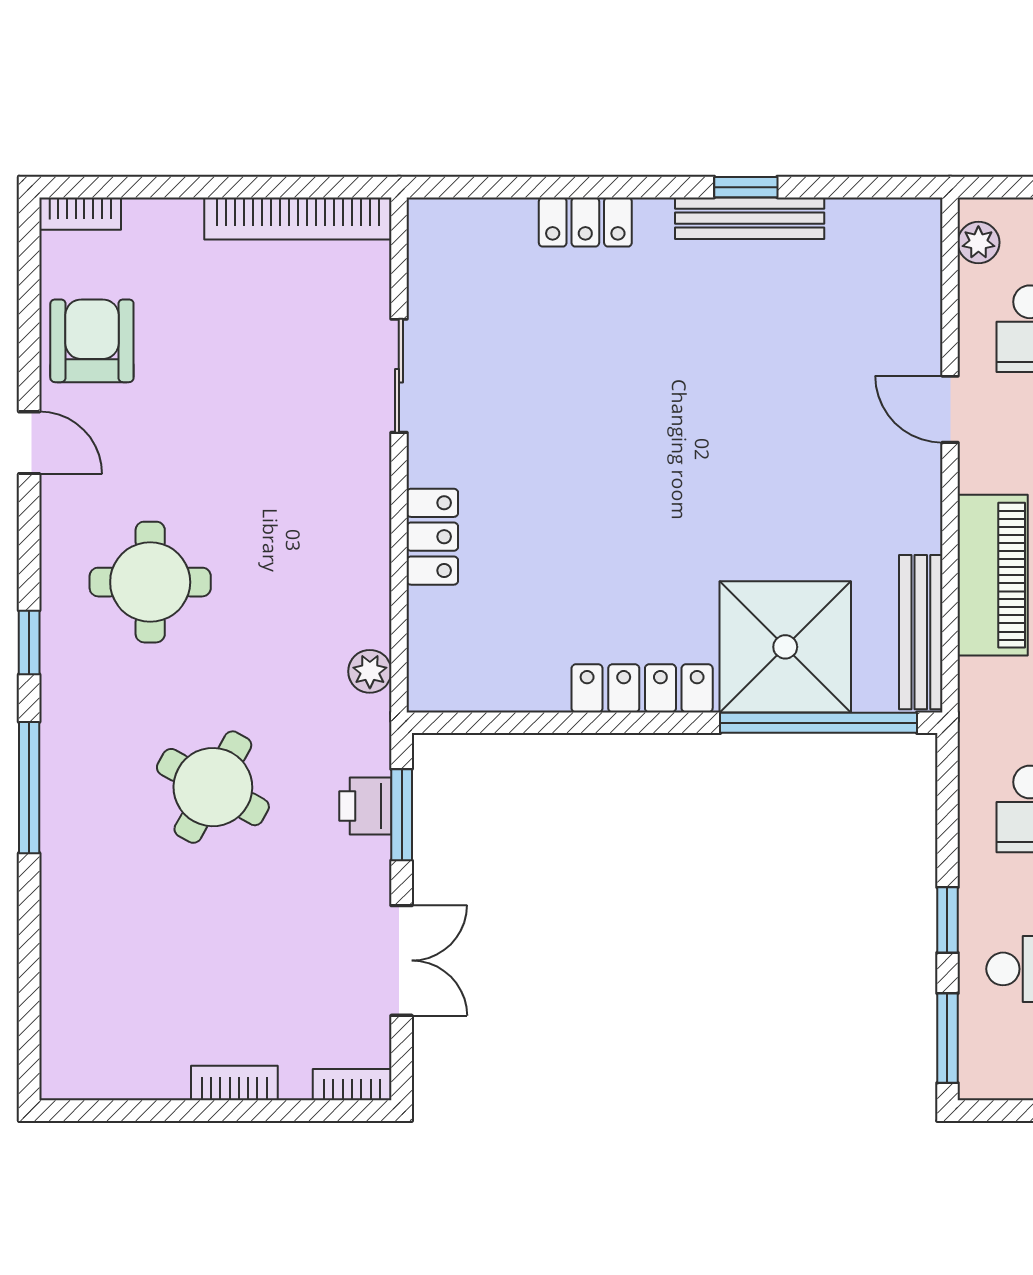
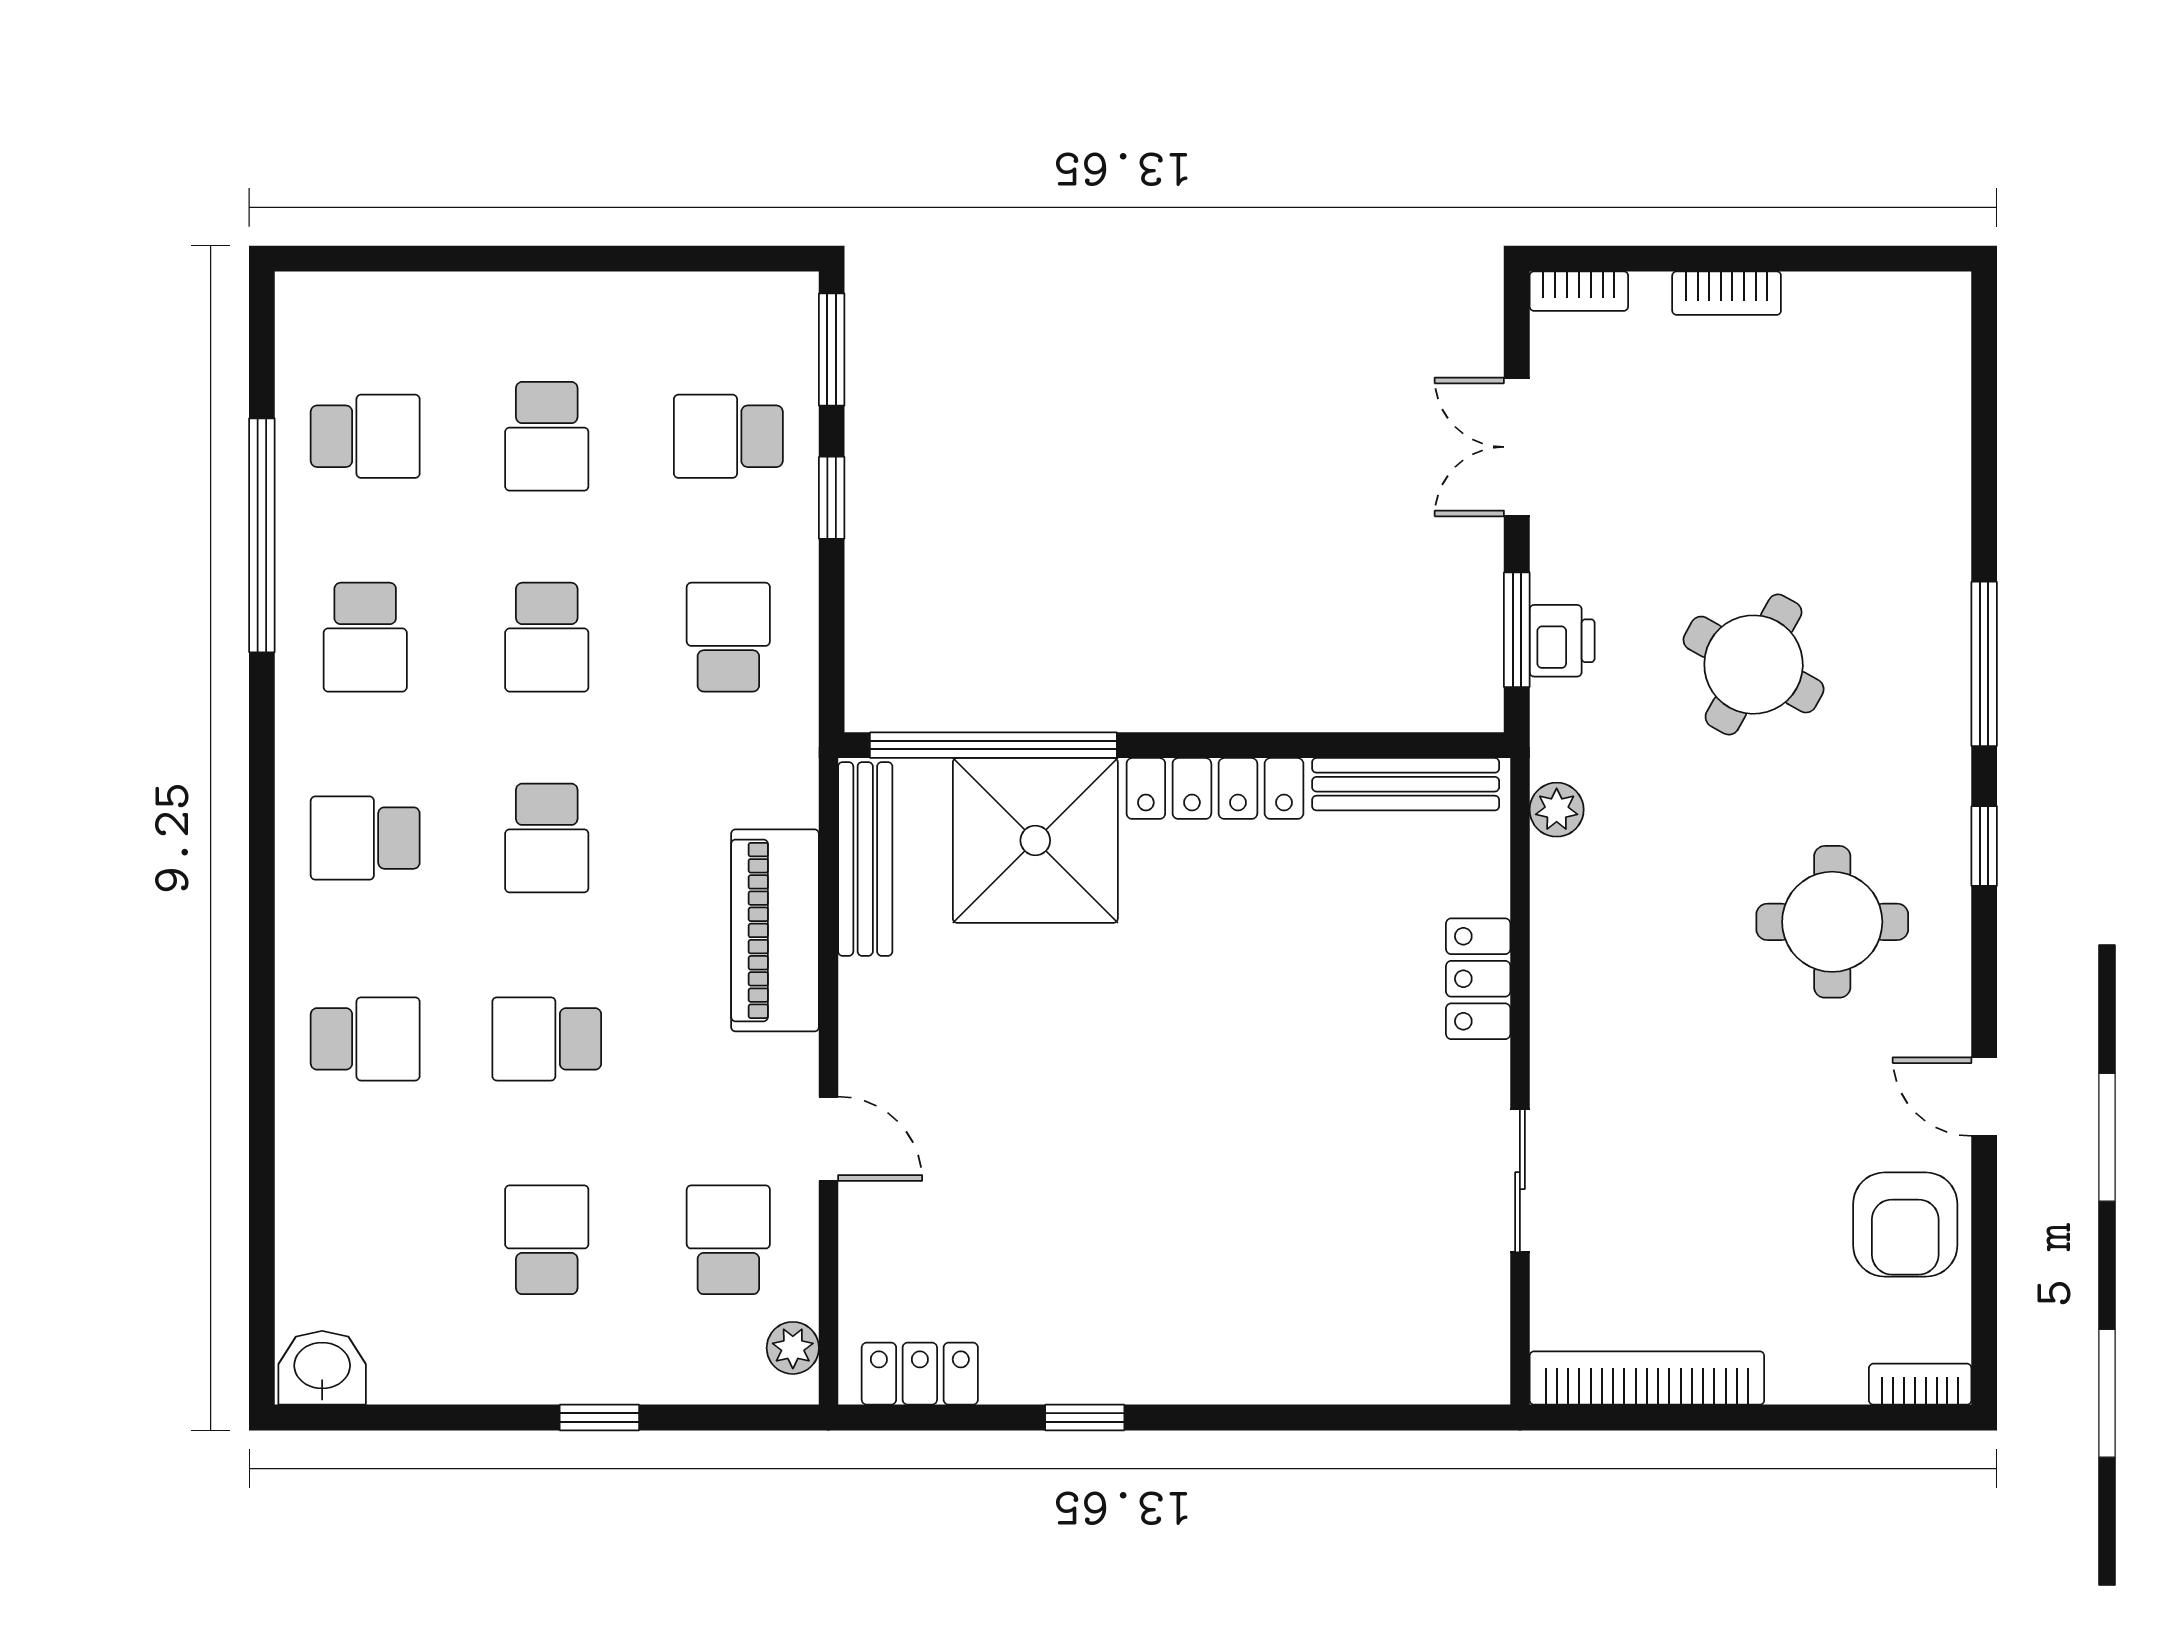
bench: (750, 218) -> (1406, 784), moved
locker: (585, 222) -> (920, 1374), moved

